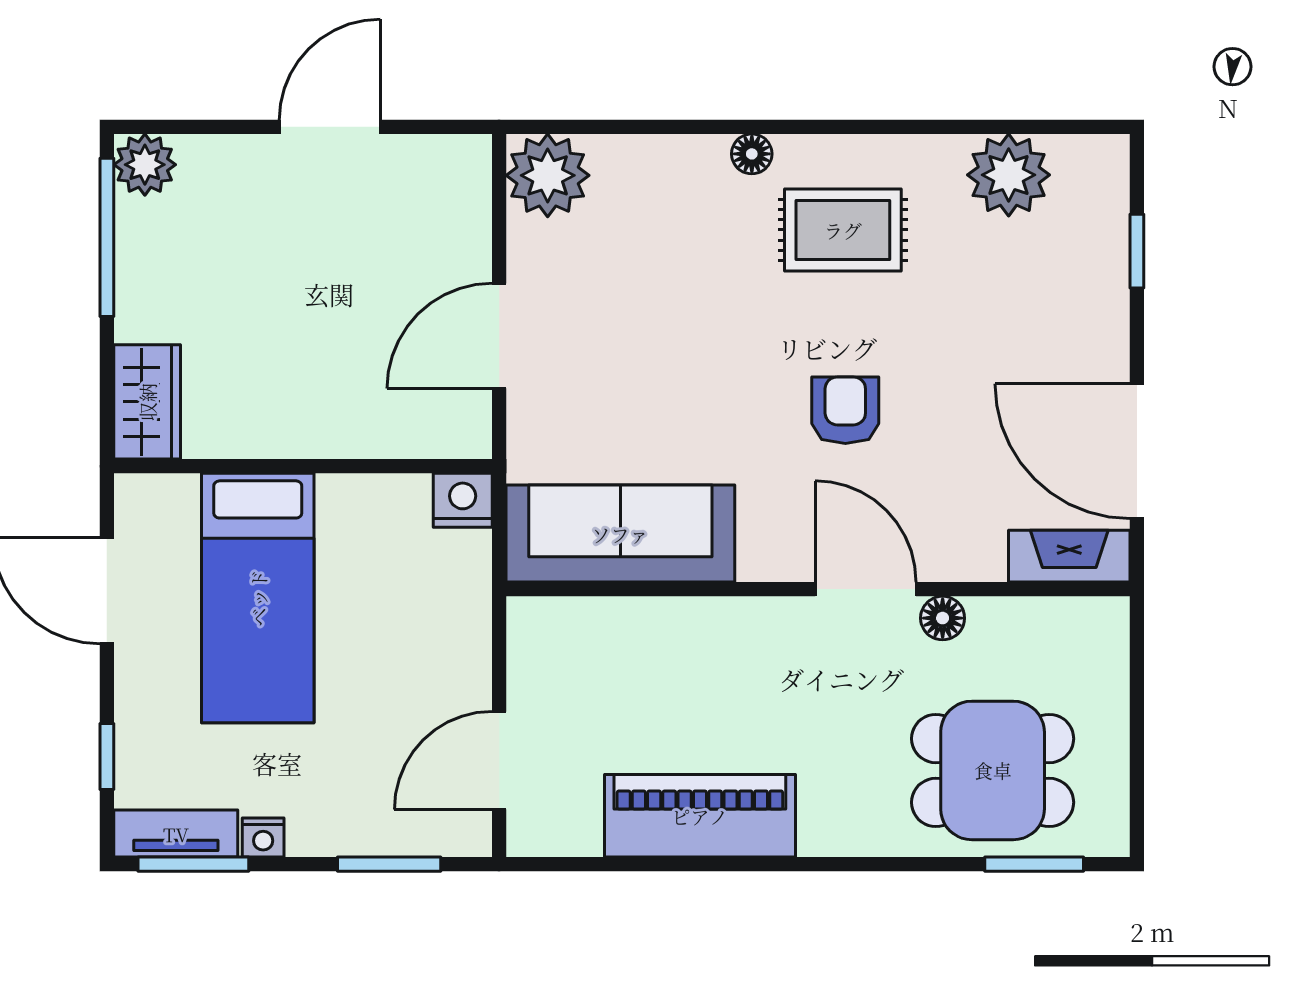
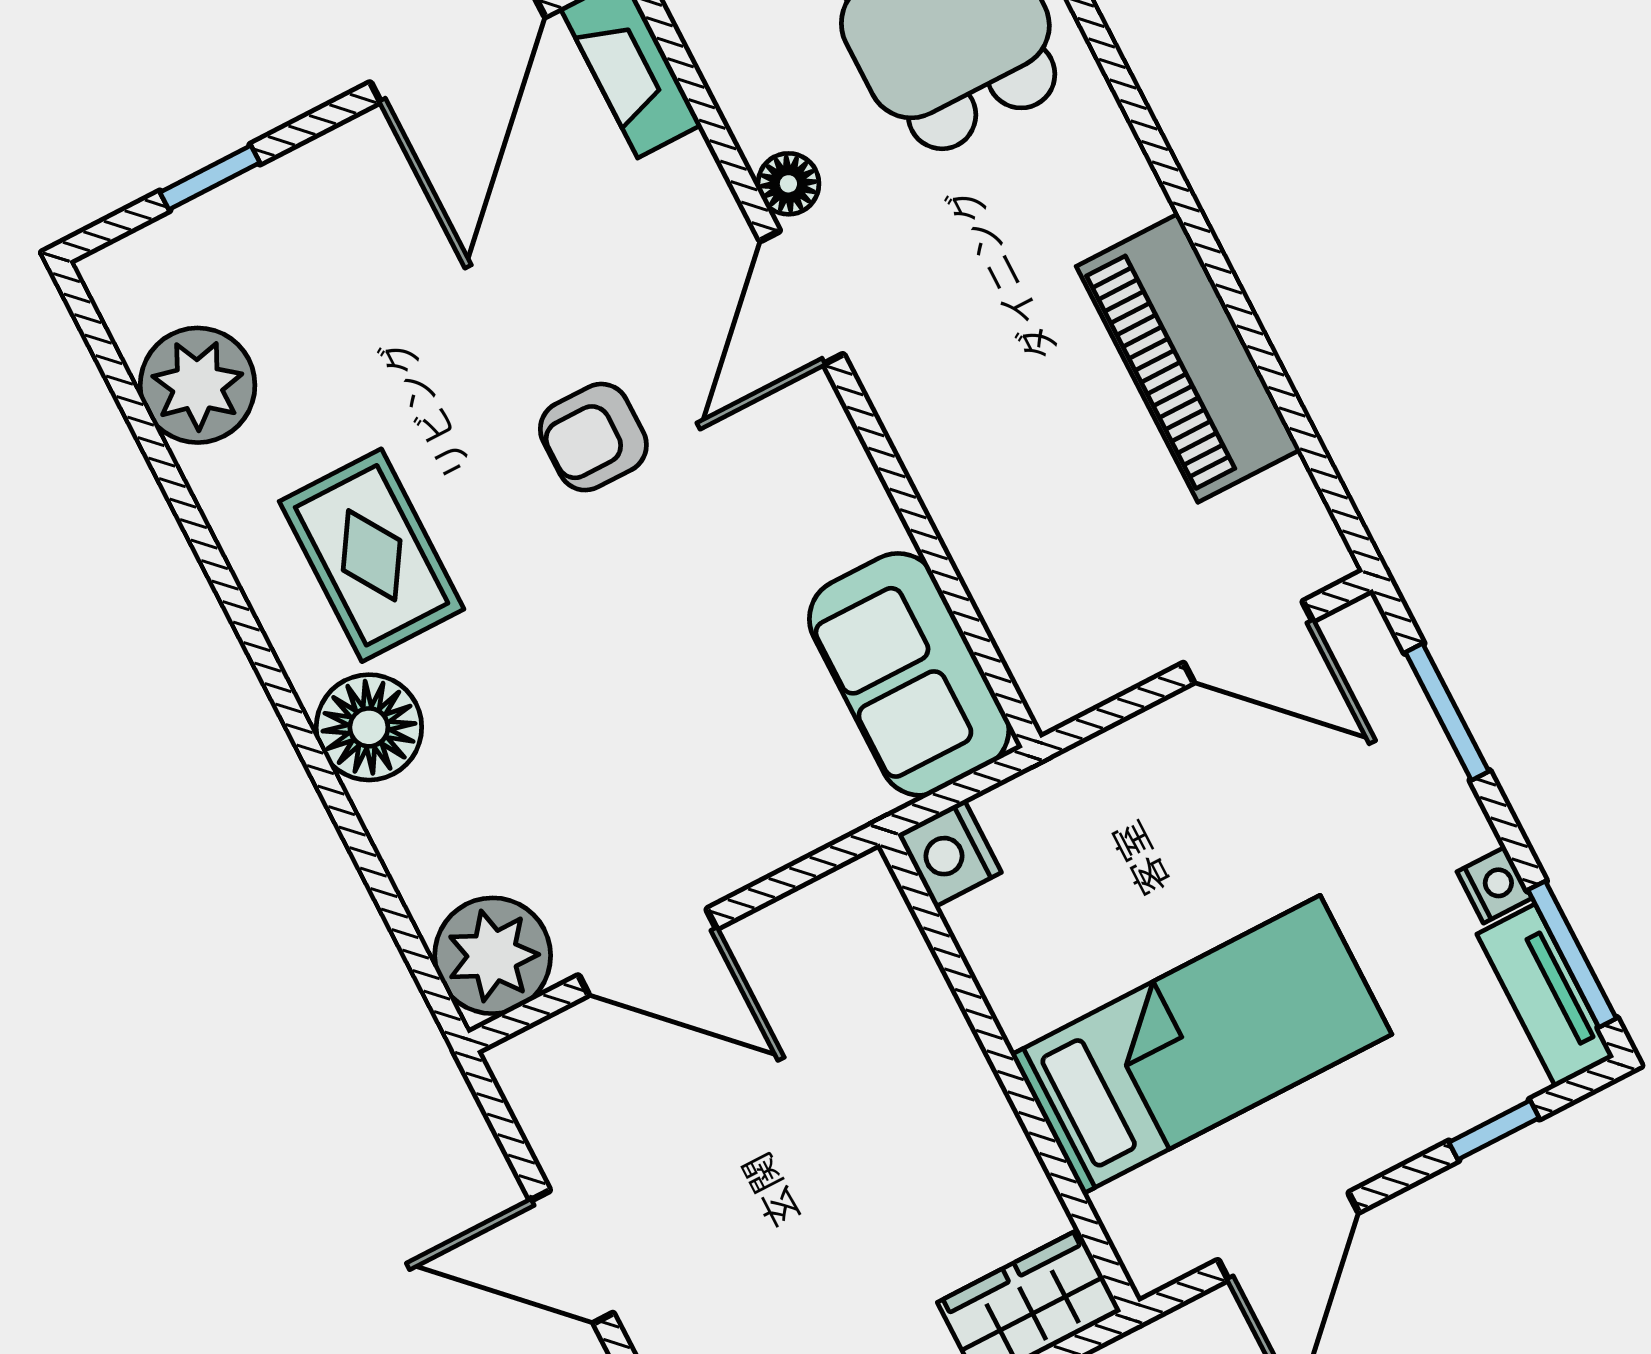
floor lamp: (752, 154) -> (369, 727), width x1.89, depth x1.89
door: (499, 336) -> (648, 952), moved
sofa: (620, 534) -> (909, 674), width x0.73

